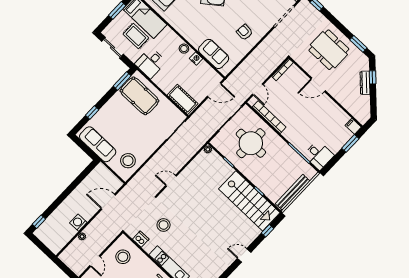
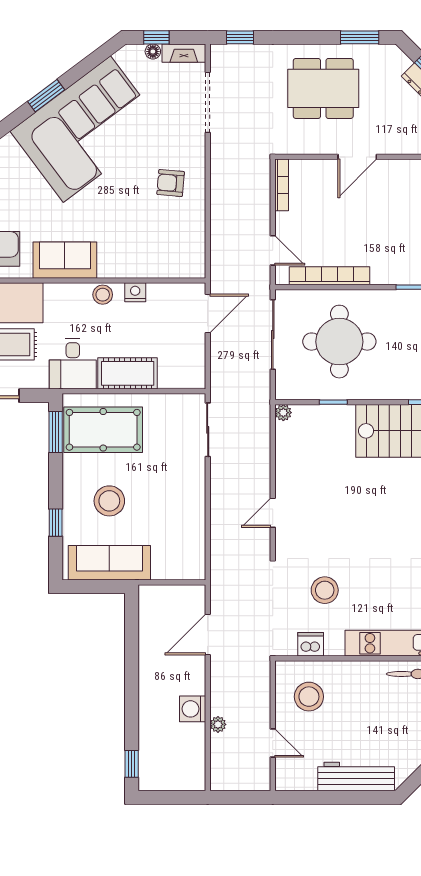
sofa: (214, 54) -> (65, 260), moved
cot: (183, 99) -> (128, 373), moved
stool: (128, 161) -> (109, 501), moved

